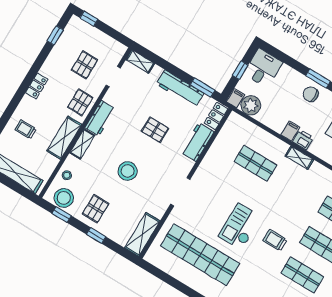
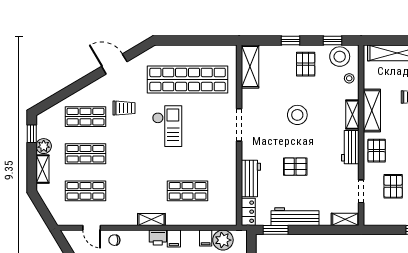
filing cabinet: (236, 98) -> (206, 238), moved
trolley: (275, 240) -> (124, 108), moved

